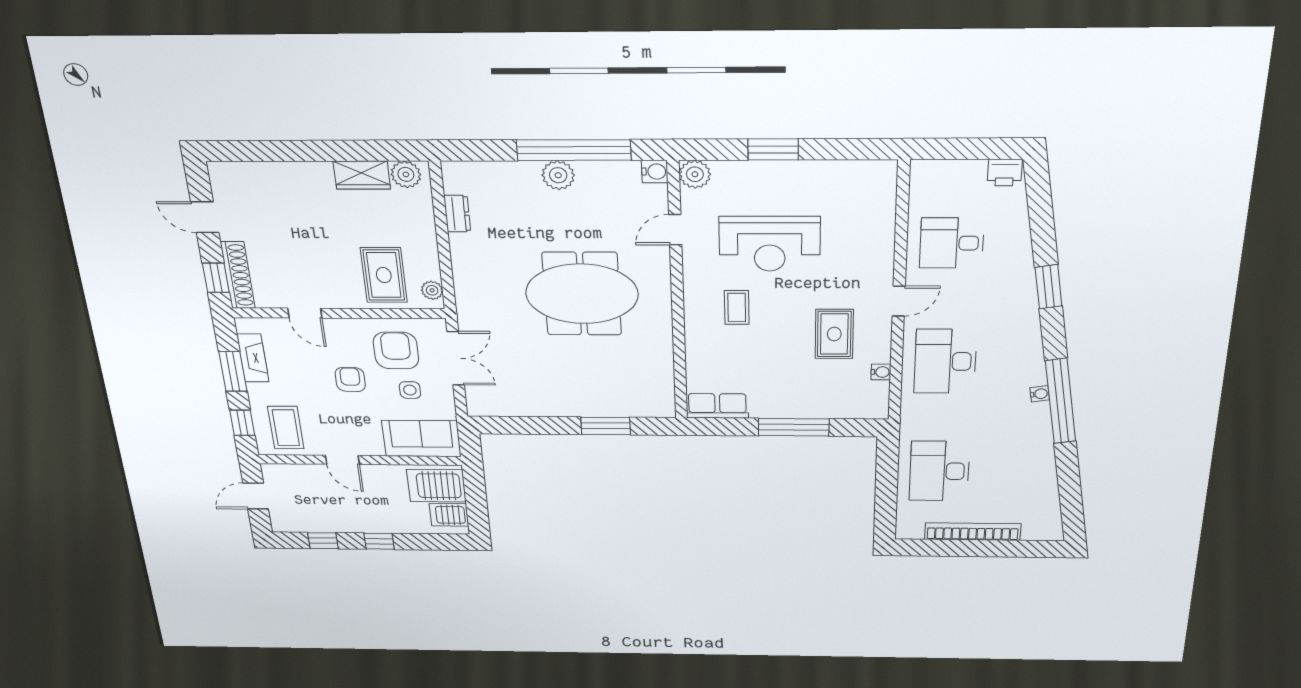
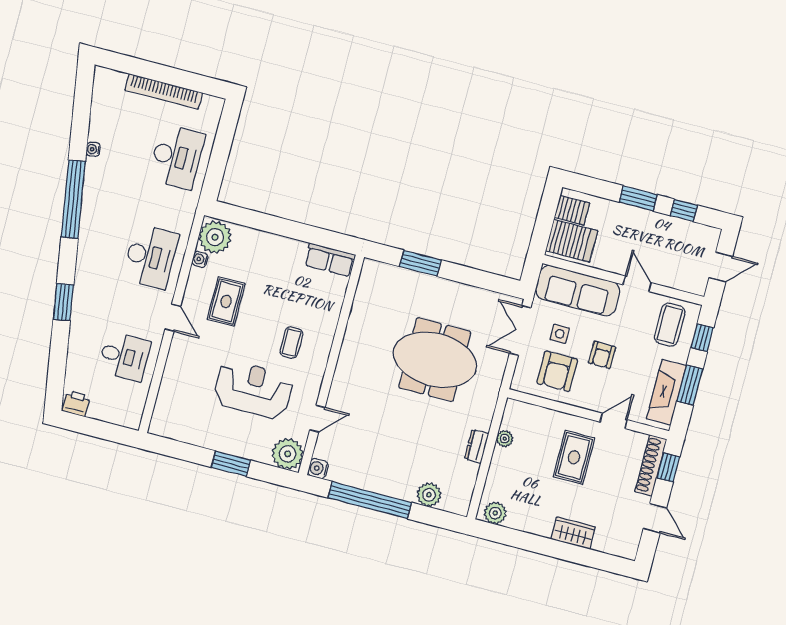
plant: (695, 174) -> (288, 454), width x1.36, depth x1.36
wardrobe: (362, 175) -> (573, 533), moved
plant: (558, 175) -> (429, 495), moved
dresser: (457, 214) -> (477, 446), moved
rug: (384, 275) -> (574, 457), moved
plant: (432, 290) -> (505, 439), moved
meeting table: (582, 294) -> (435, 360), moved
door: (899, 301) -> (173, 318), swing flipped
door: (305, 313) -> (614, 421), hinge flipped
fireplace: (253, 358) -> (666, 392), width x1.37, depth x1.32
double door: (456, 358) -> (520, 330), moved
water cooler: (1040, 394) -> (93, 149), moved
plant: (868, 399) -> (215, 237), added
window: (794, 427) -> (277, 226), removed
sofa: (421, 438) -> (578, 291), width x1.36
window: (379, 541) -> (638, 198), width x1.50

